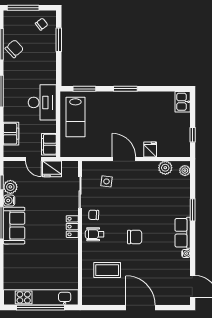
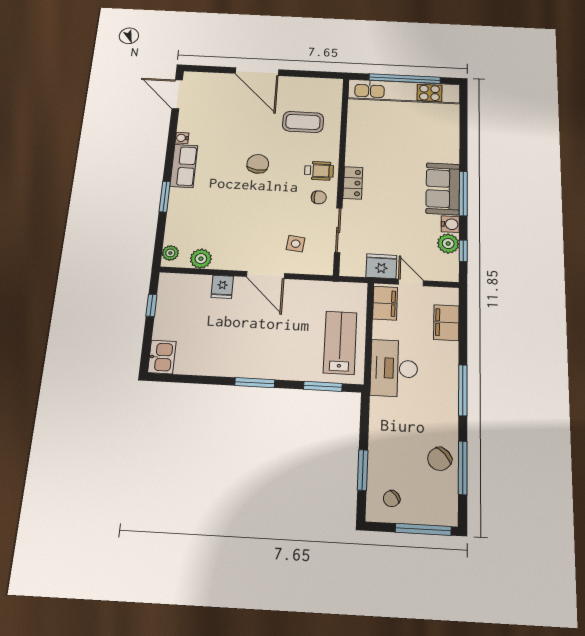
chair: (135, 237) -> (258, 164), turned 97

